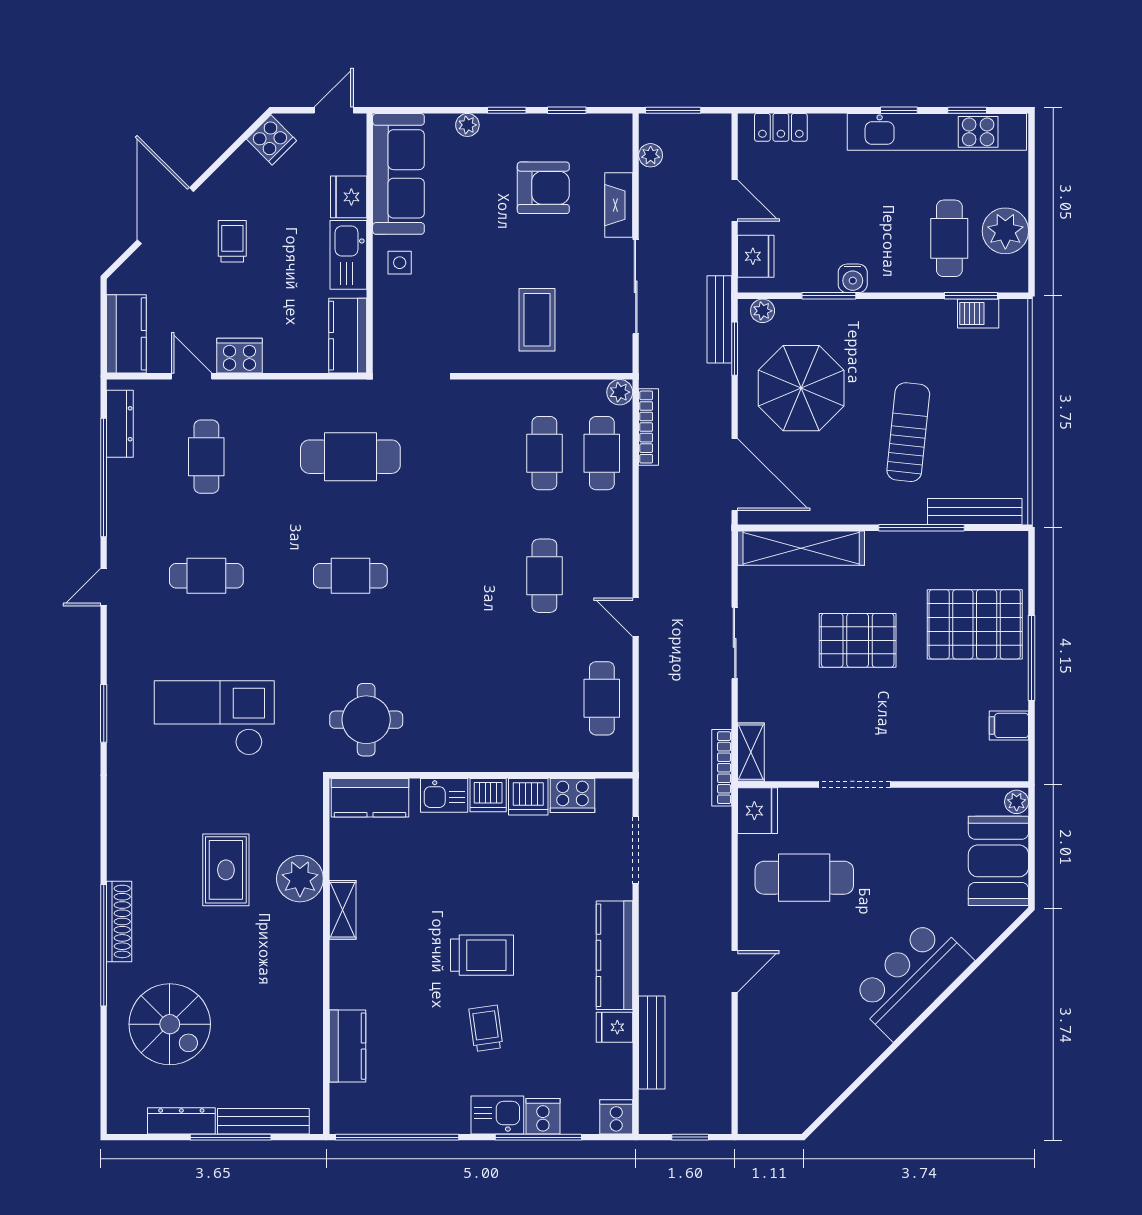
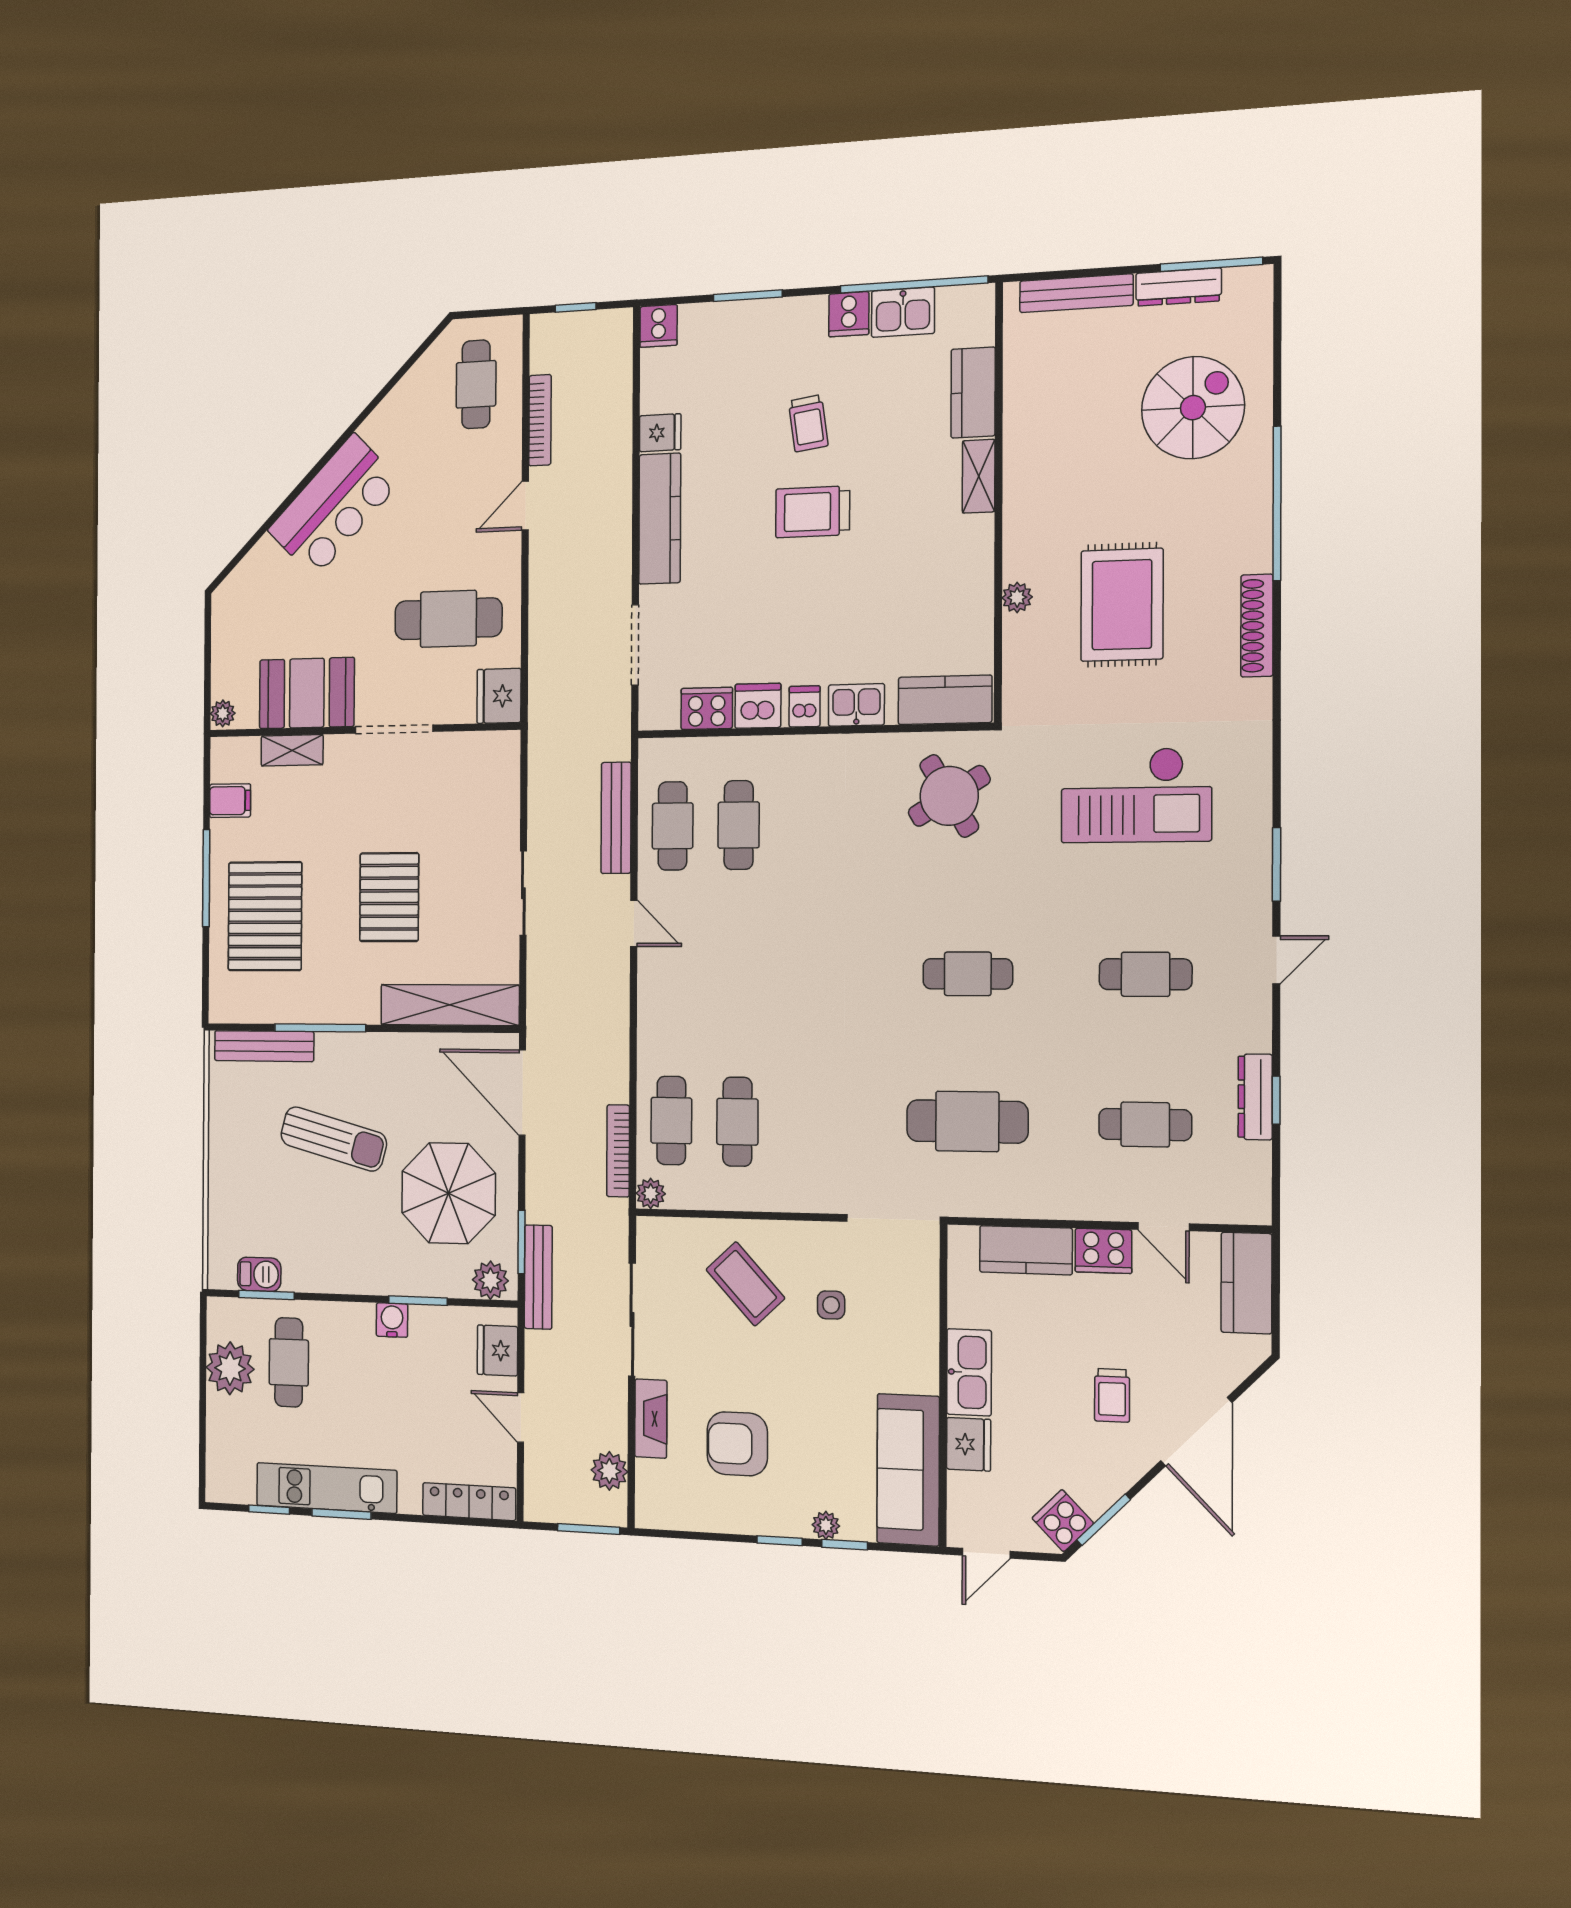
window: (567, 110) -> (845, 1545), moved
window: (899, 110) -> (341, 1514), width x1.50
locker: (781, 127) -> (469, 1502), width x1.53
kitchen unit: (937, 132) -> (326, 1488), width x0.73
window: (239, 142) -> (1104, 1520), added
plant: (651, 155) -> (609, 1471), width x1.38, depth x1.38
side table: (400, 263) -> (831, 1305), moved
plant: (763, 311) -> (490, 1280), width x1.38, depth x1.38
coffee table: (537, 320) -> (745, 1284), turned -43
kitchen counter: (348, 336) -> (1026, 1250), moved, turned 90
dresser: (120, 424) -> (1255, 1097), moved
sun lounger: (908, 432) -> (334, 1139), turned -81
cafe table: (206, 457) -> (1145, 1125), turned 90
window: (104, 477) -> (1276, 1100), width x0.32
cafe table: (544, 576) -> (739, 825), moved
pallet: (975, 624) -> (265, 916), turned 90
pallet: (858, 640) -> (389, 897), turned 90
window: (104, 713) -> (1276, 864), moved
round table: (366, 720) -> (949, 796), turned -31
shelving: (751, 752) -> (292, 750), moved, turned 90
bookcase: (722, 768) -> (540, 420), moved
dishwasher: (488, 795) -> (805, 706), width x0.73
booth: (998, 861) -> (307, 693), moved, turned 90
rug: (226, 870) -> (1122, 605), width x1.36, depth x1.43
plant: (300, 879) -> (1017, 597), width x0.53, depth x0.53
shelving: (343, 910) -> (979, 476), moved
shoe rack: (119, 921) -> (1257, 626), moved
spiral stairs: (170, 1024) -> (1193, 408), turned 90
bench: (652, 1042) -> (616, 818), moved
cafe table: (780, 1077) -> (476, 384), added
kitchen sink: (497, 1115) -> (903, 312), moved
cooker: (543, 1116) -> (849, 314), moved
window: (231, 1137) -> (1211, 264), moved
window: (538, 1137) -> (748, 296), width x0.69

